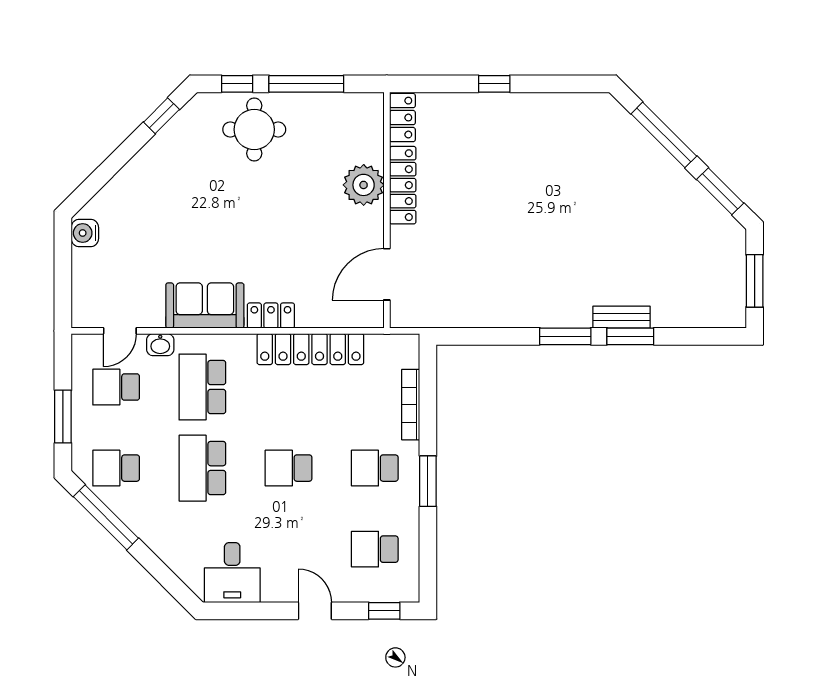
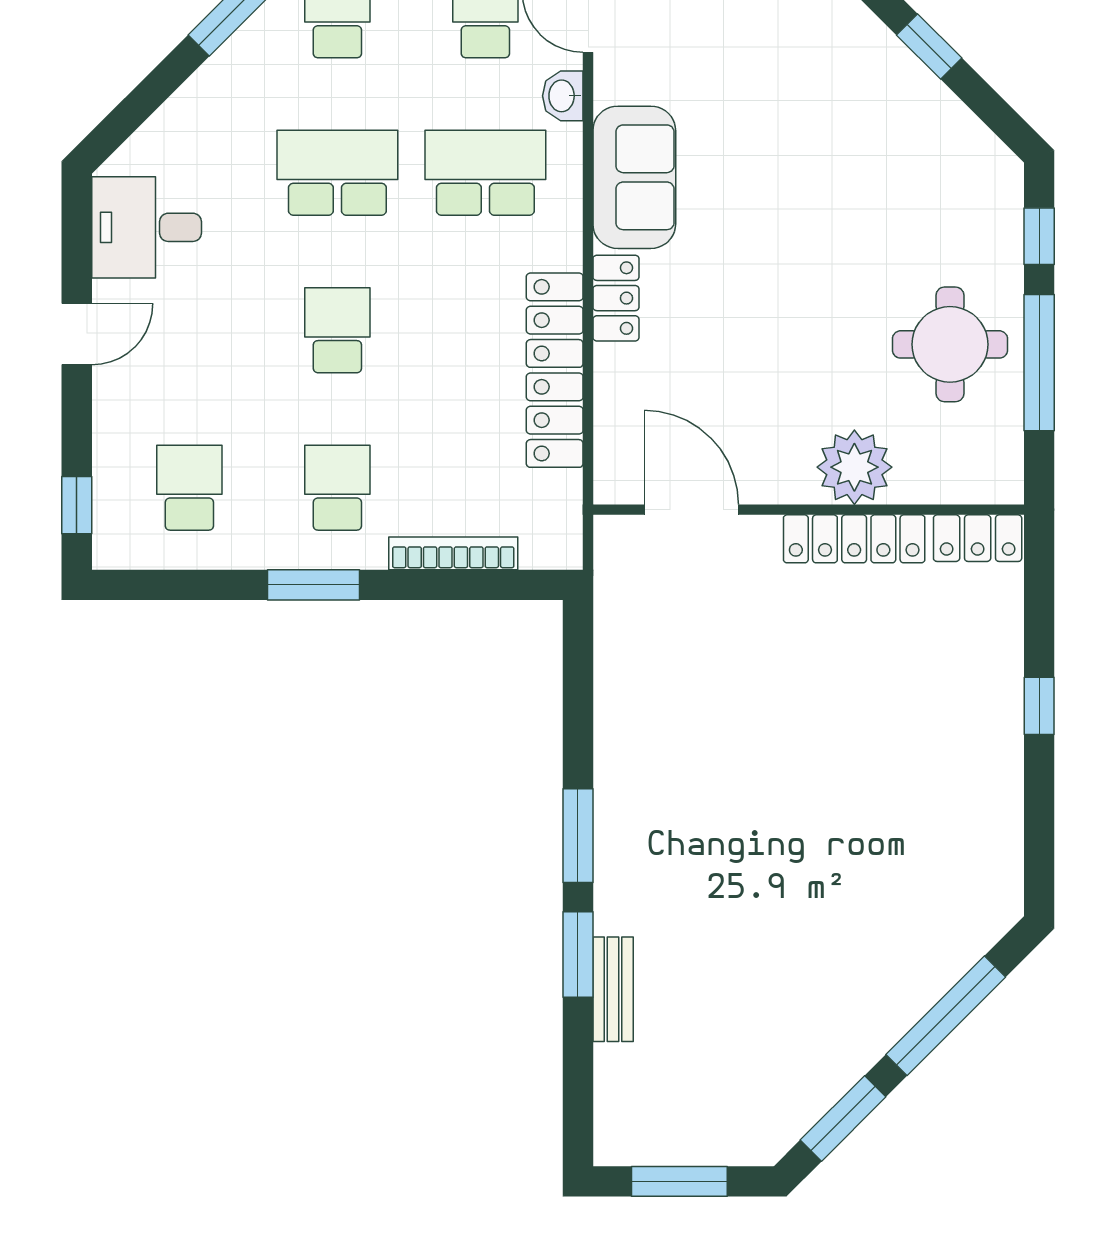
window: (161, 116) -> (929, 46), moved
round table: (254, 130) -> (950, 344), moved
bench: (621, 317) -> (613, 989), moved
door: (315, 611) -> (77, 334), moved

